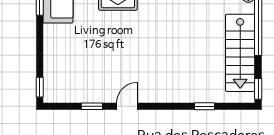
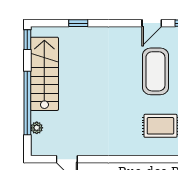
coffee table: (123, 55) -> (155, 71), added

